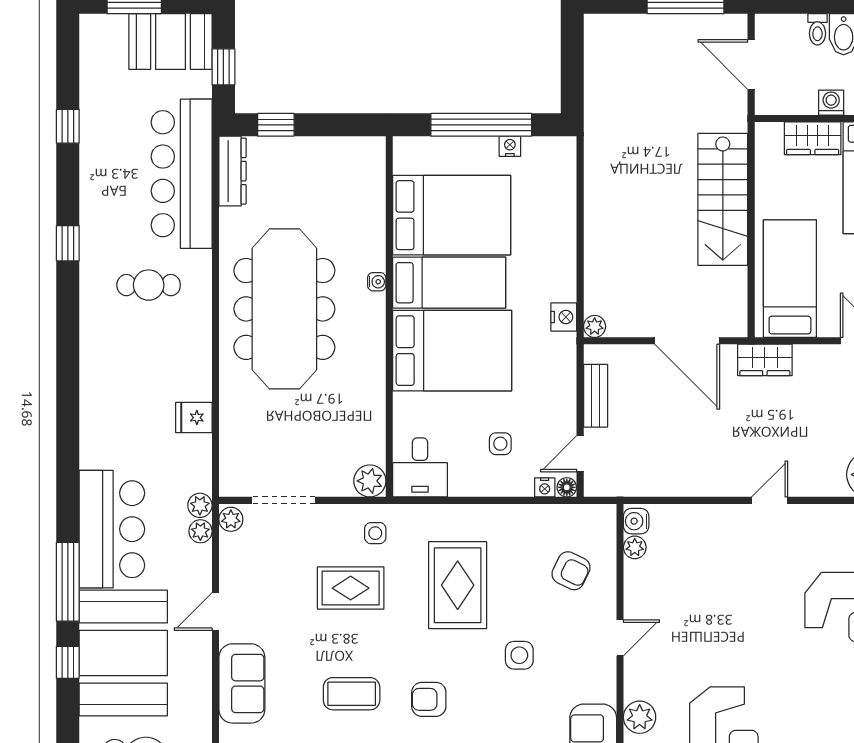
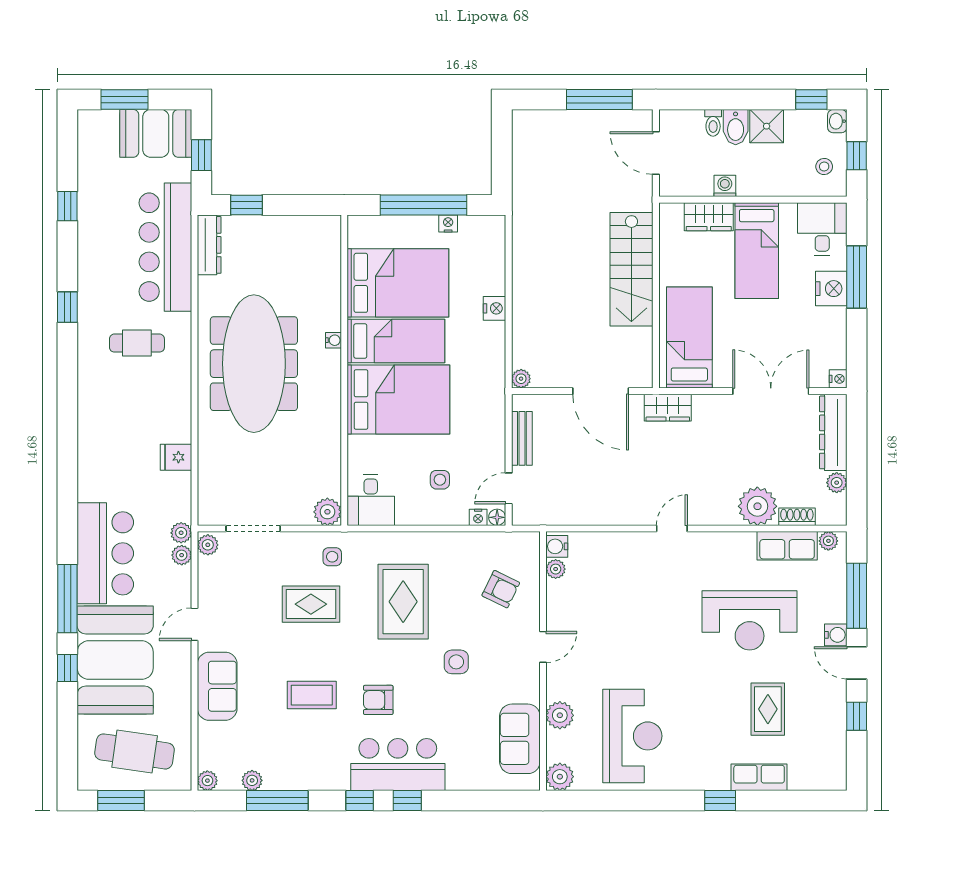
nightstand: (564, 317) -> (495, 308), moved

